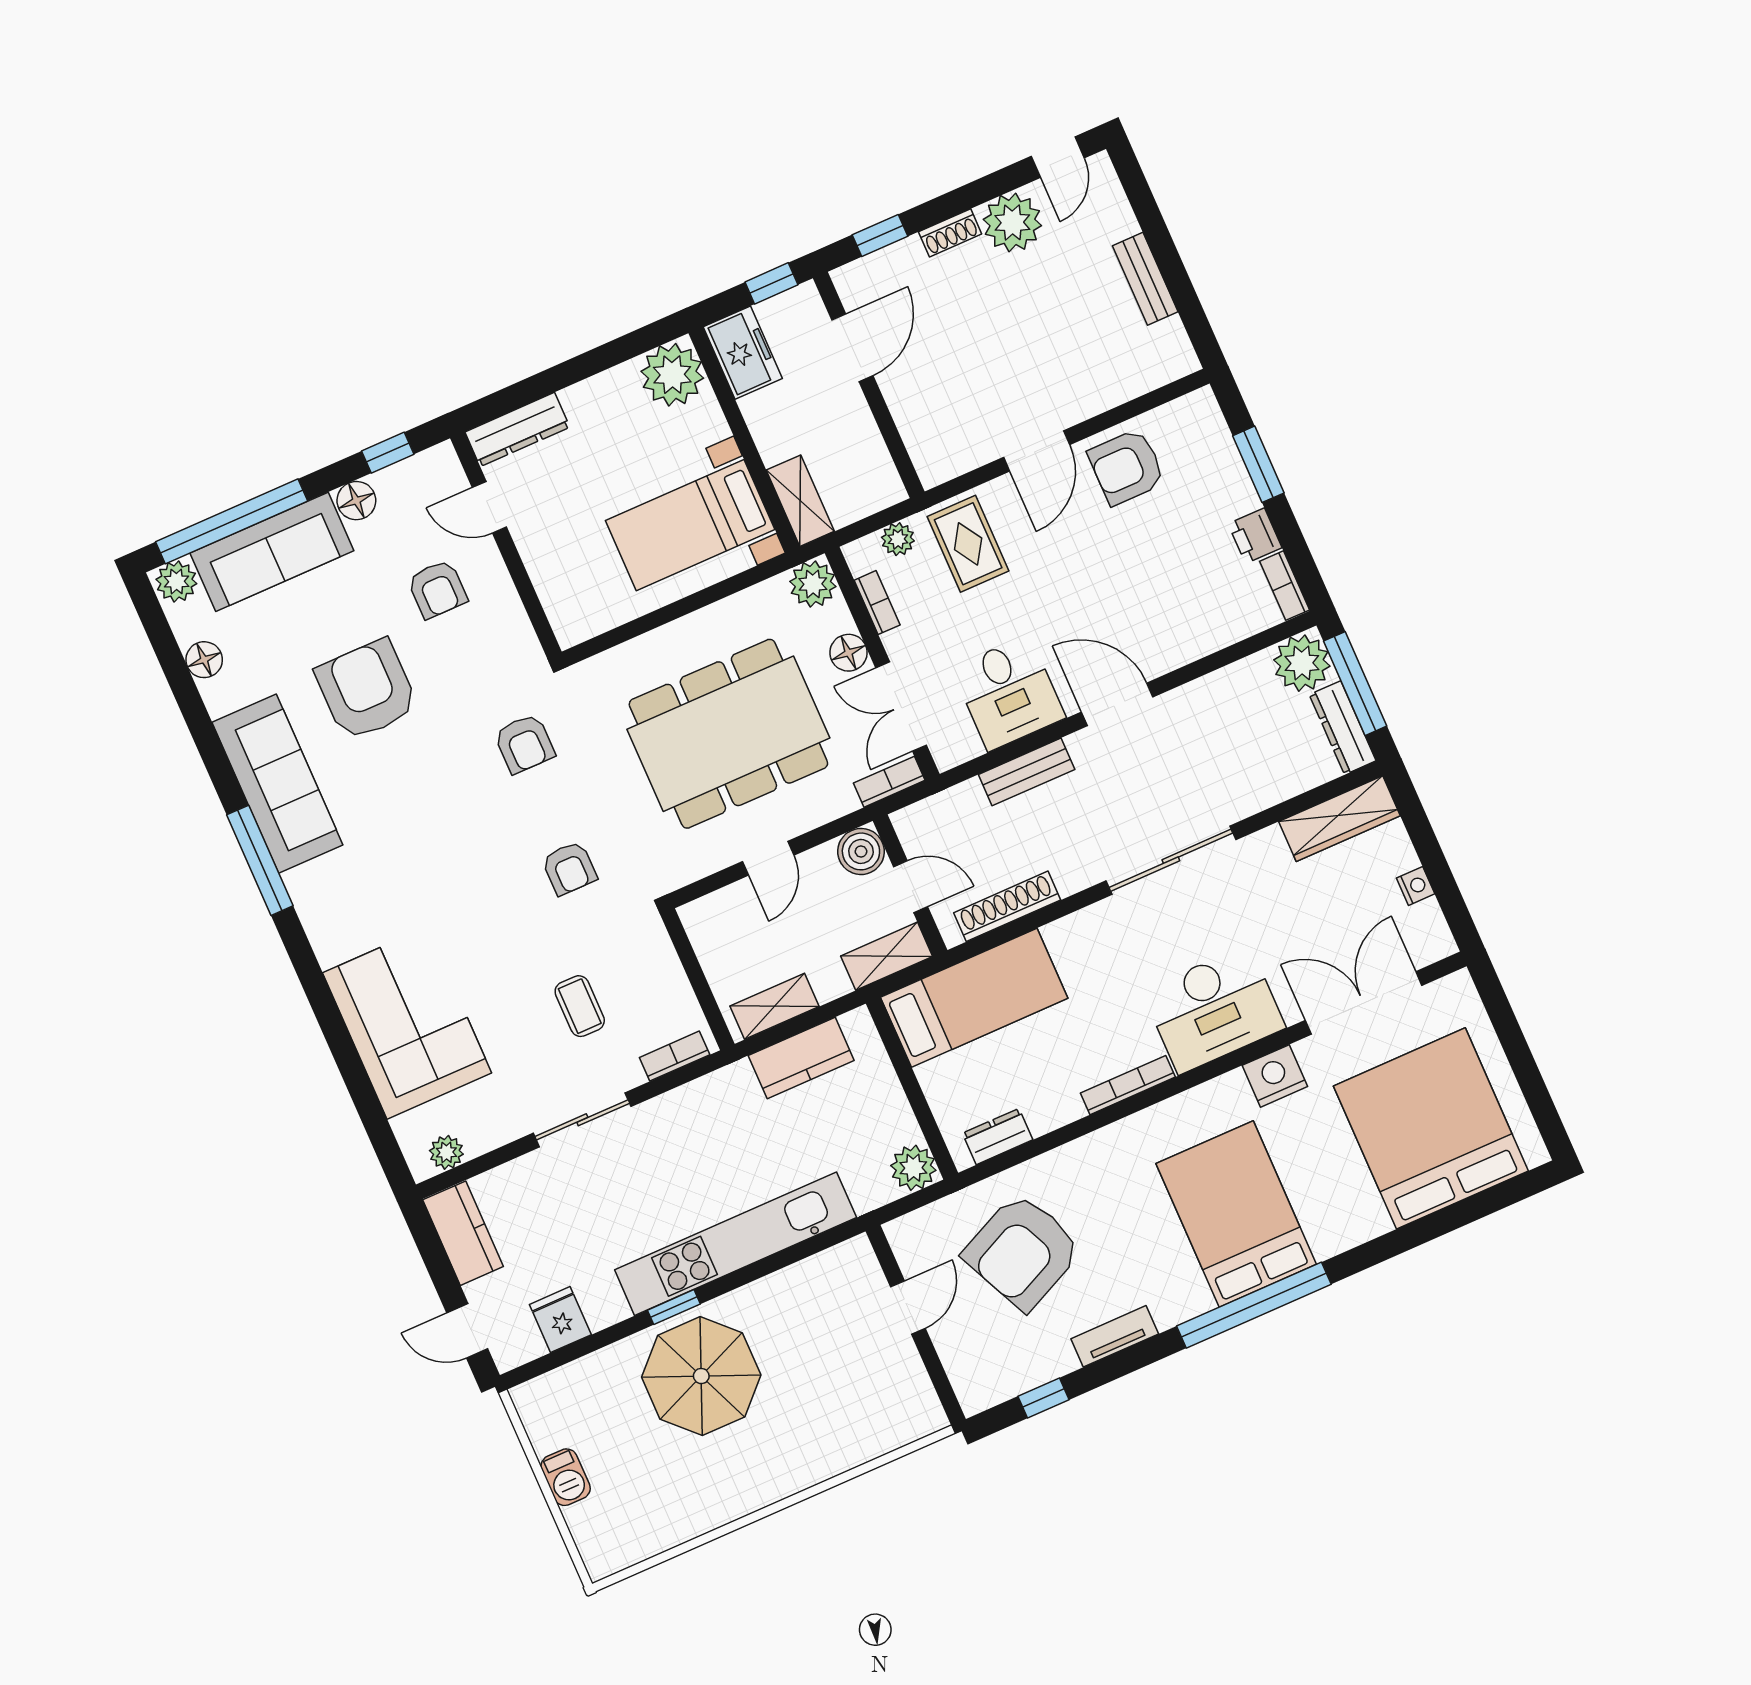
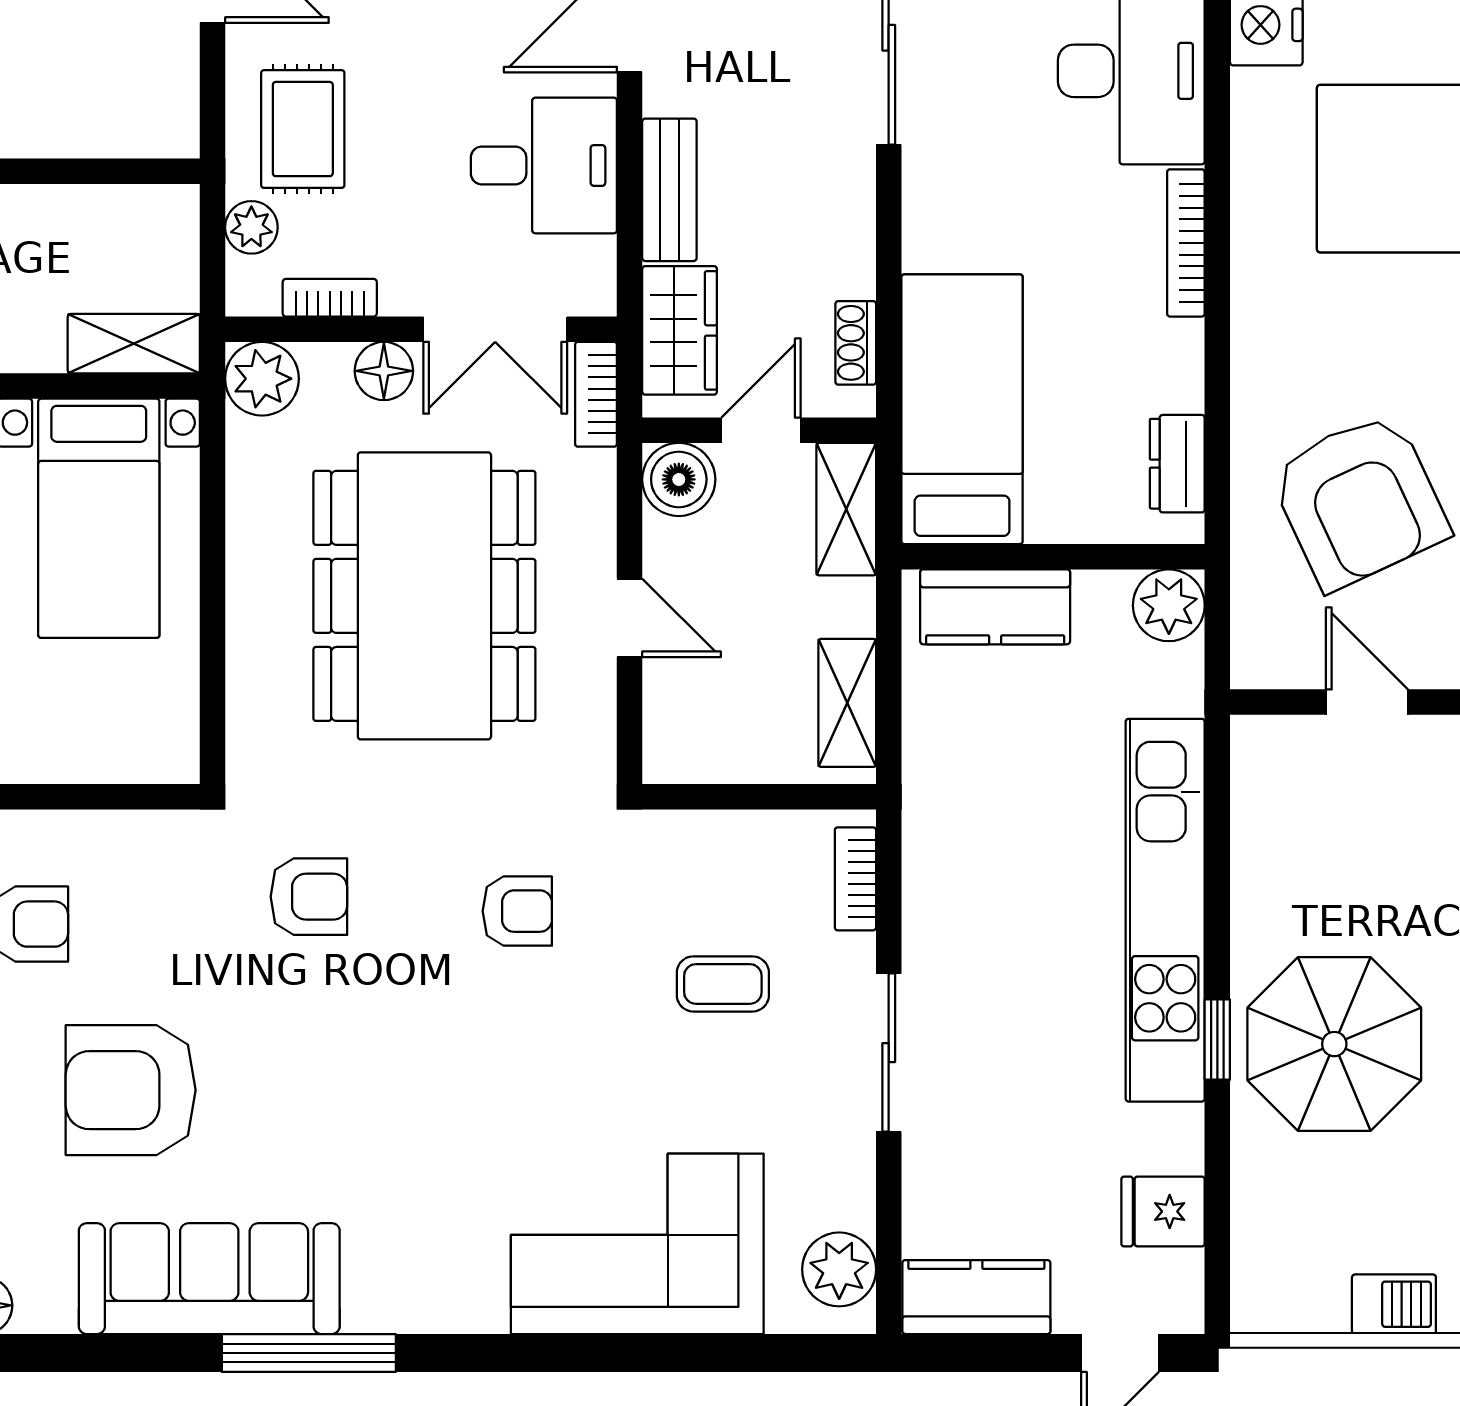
rug: (968, 544) -> (303, 129), turned 90
wardrobe: (948, 814) -> (680, 330), added
shoe rack: (1007, 906) -> (856, 343), width x0.51, depth x0.81
kitchen counter: (801, 1058) -> (995, 607), moved, turned 90
plant: (446, 1152) -> (839, 1269), width x1.38, depth x1.38

